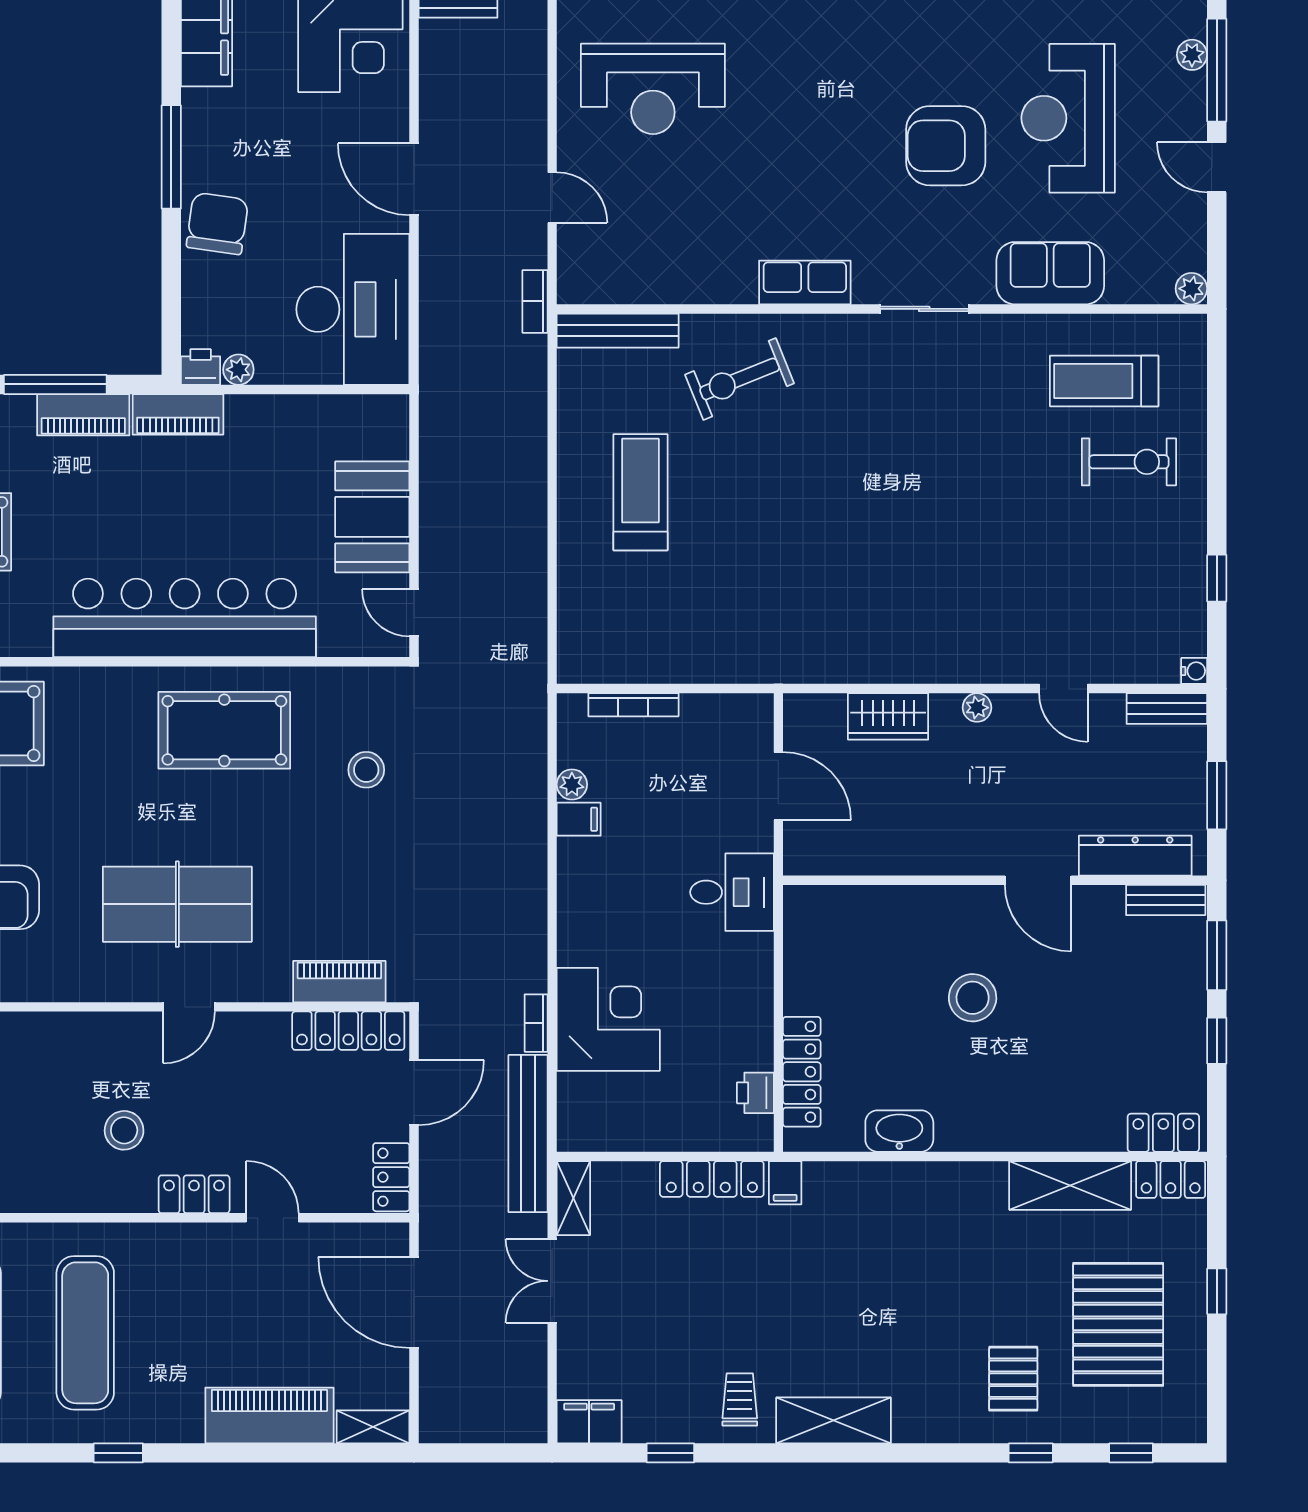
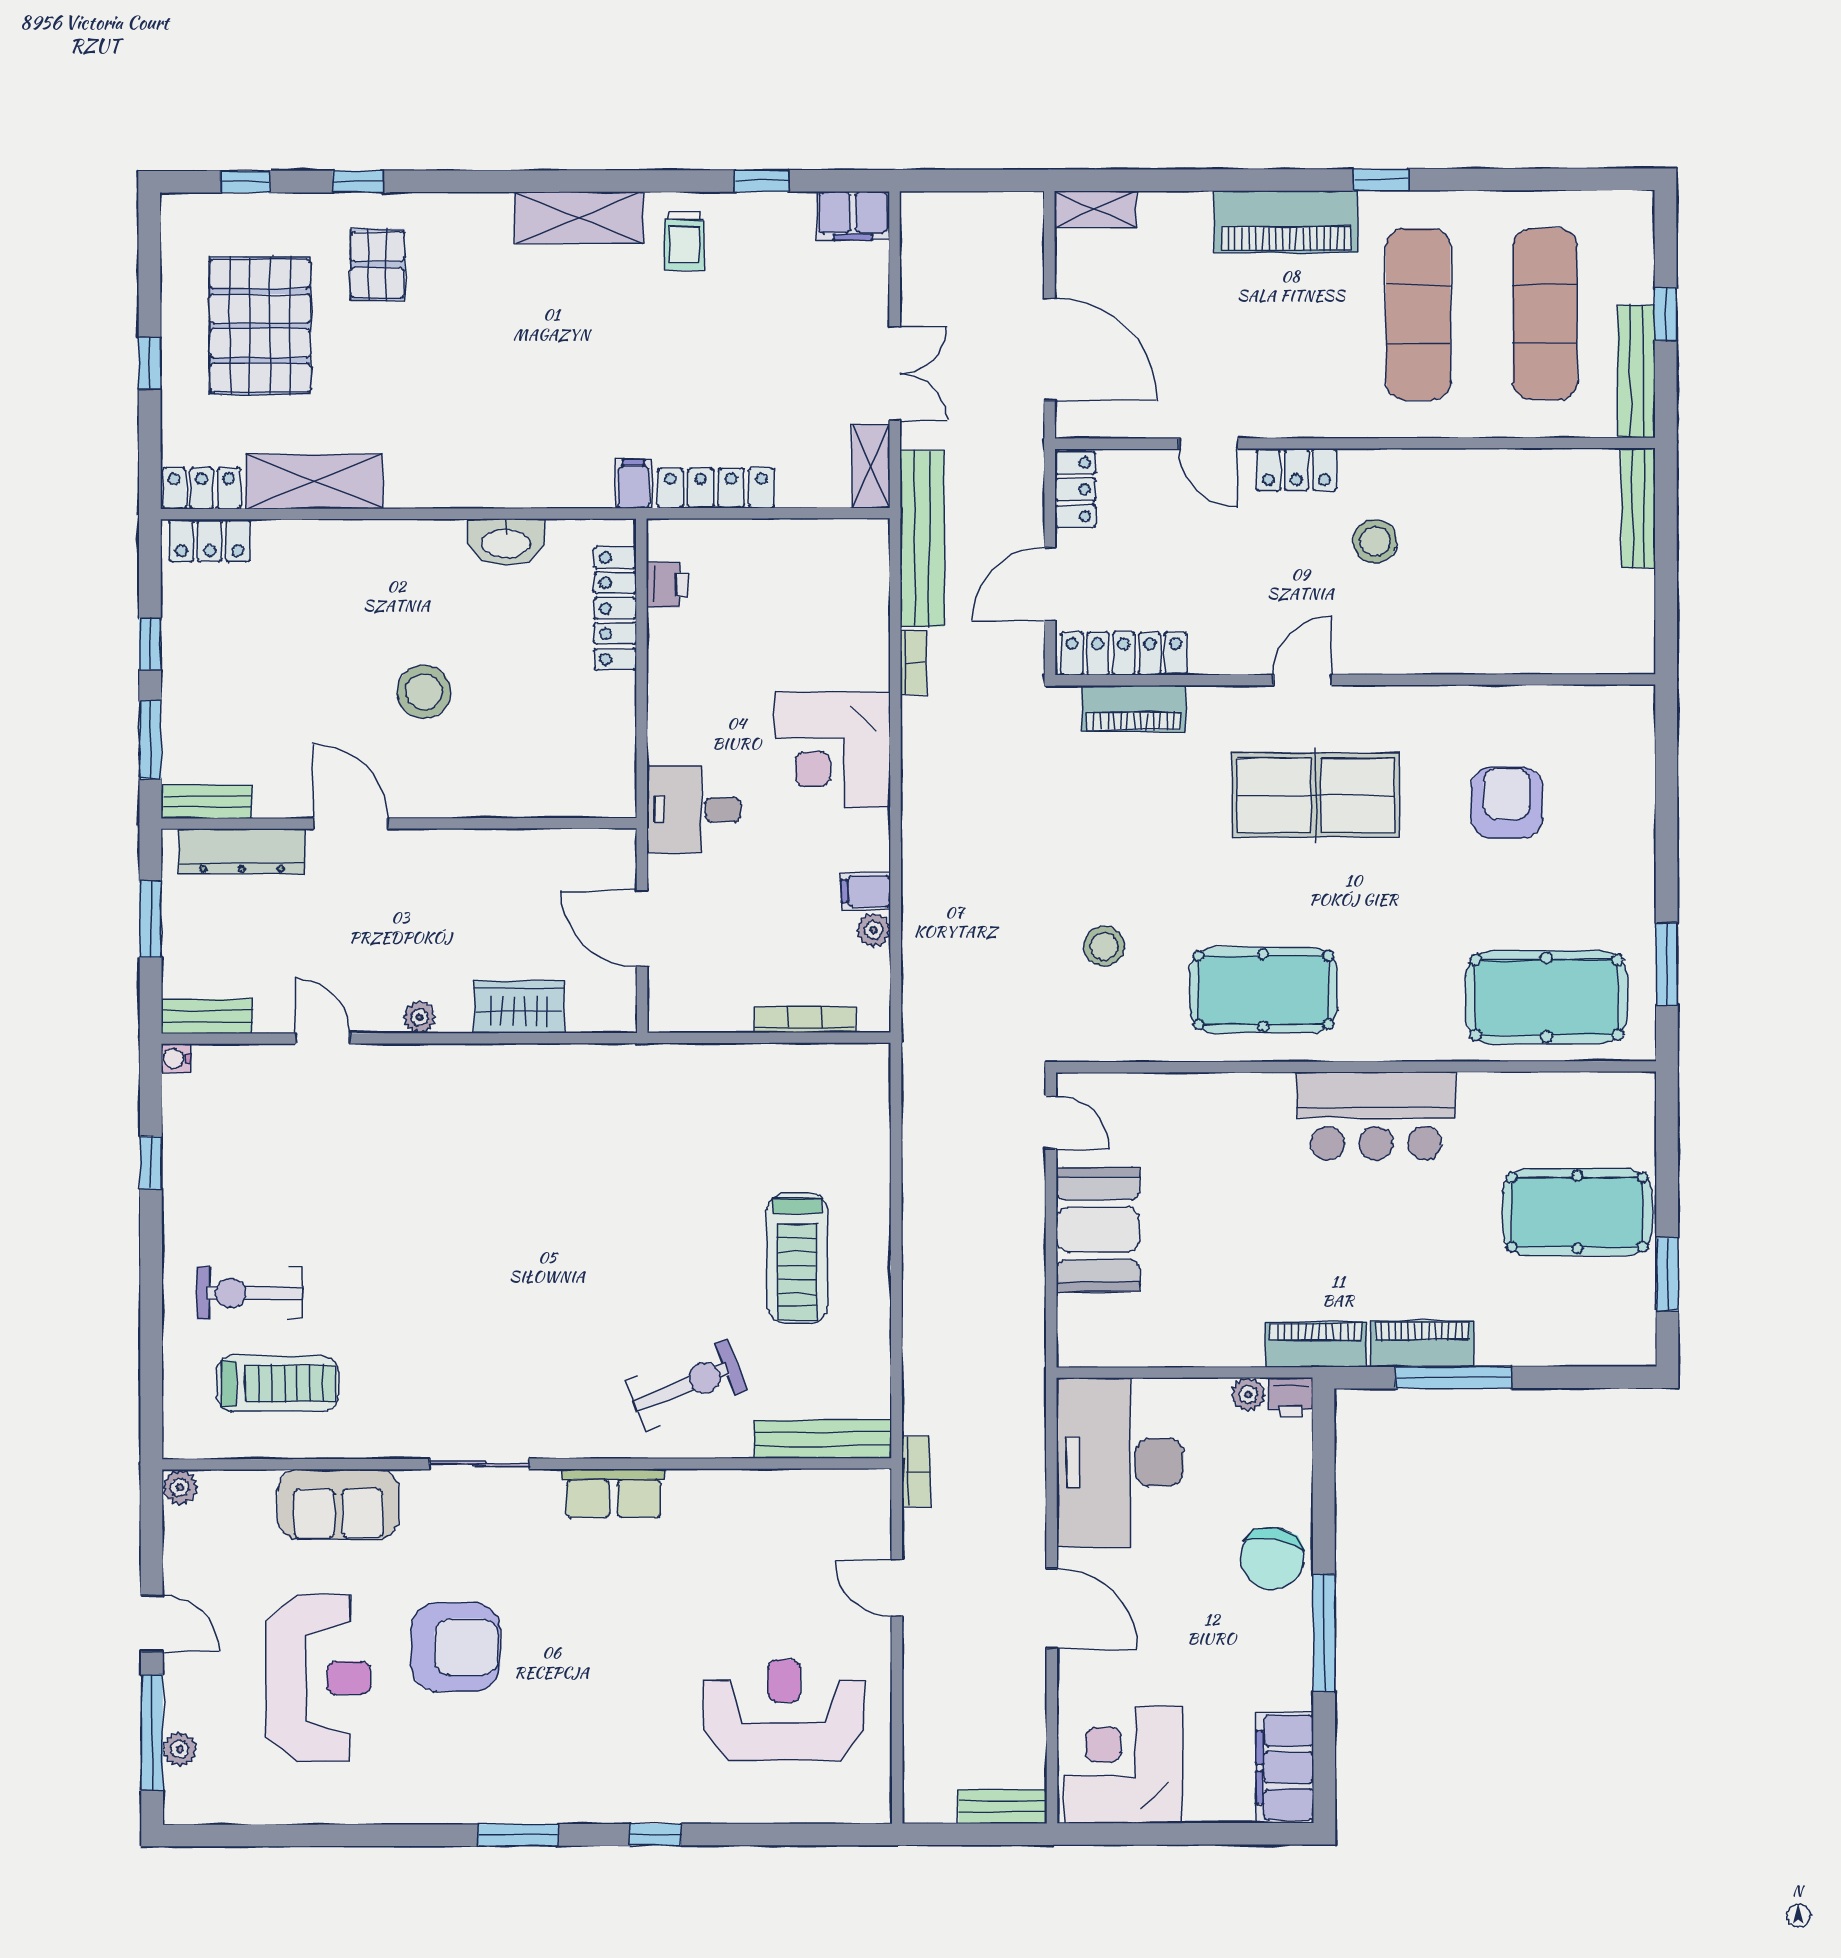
bar counter: (185, 618) -> (1376, 1116), width x0.54
corner desk: (608, 1019) -> (832, 749), moved
piano: (269, 1415) -> (1286, 222), moved

